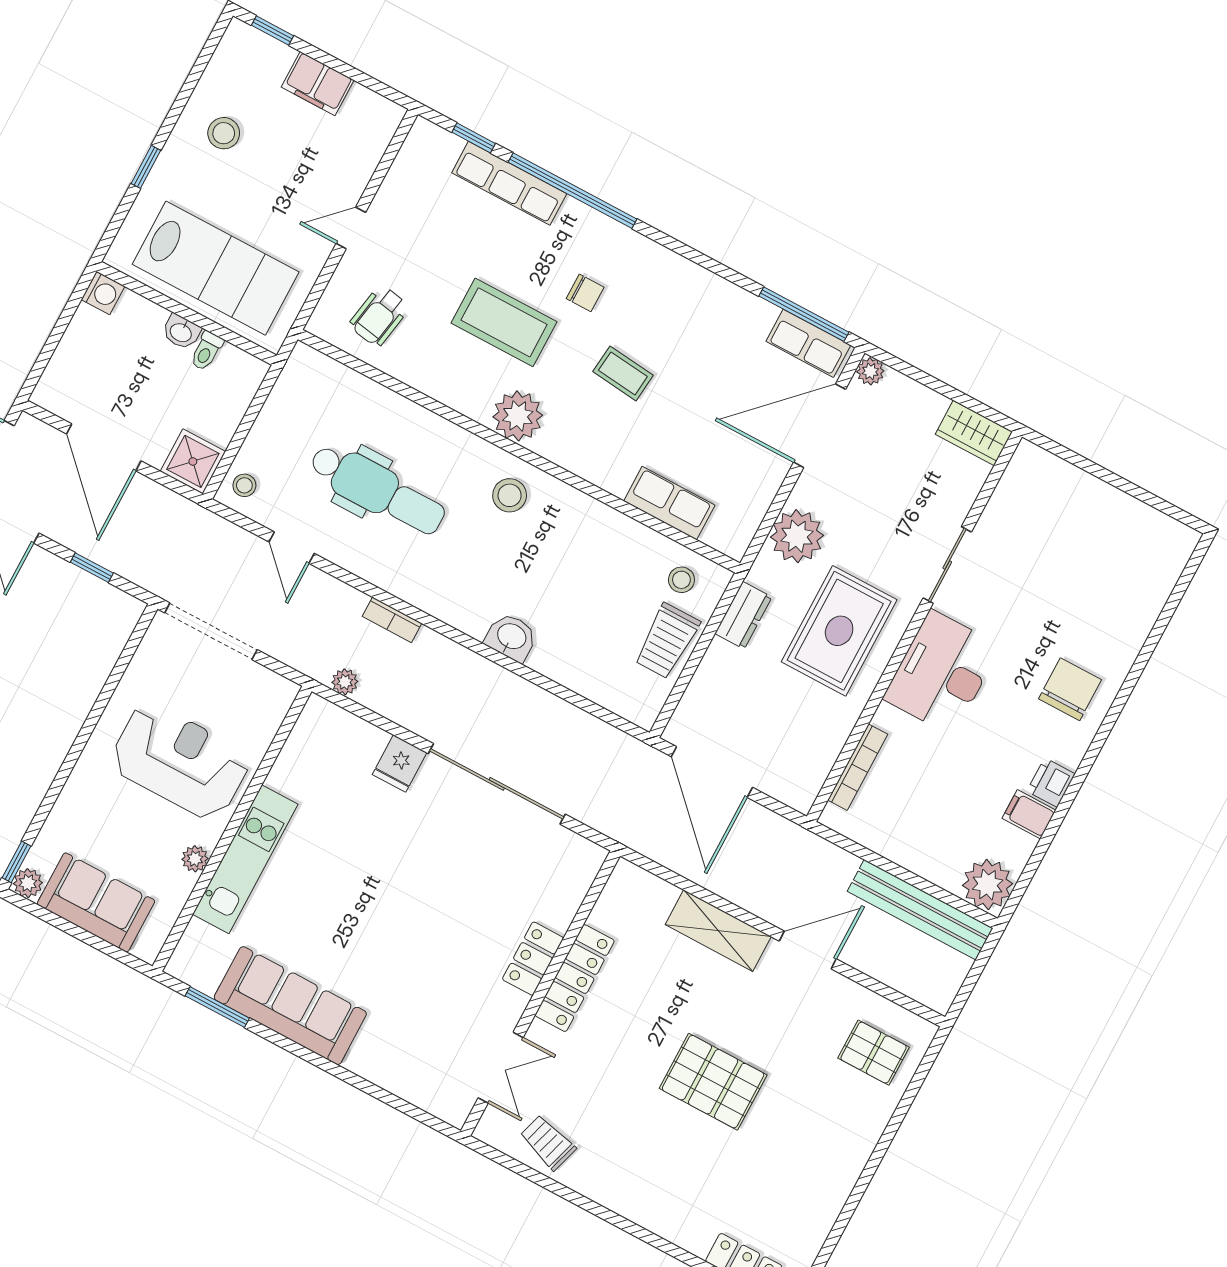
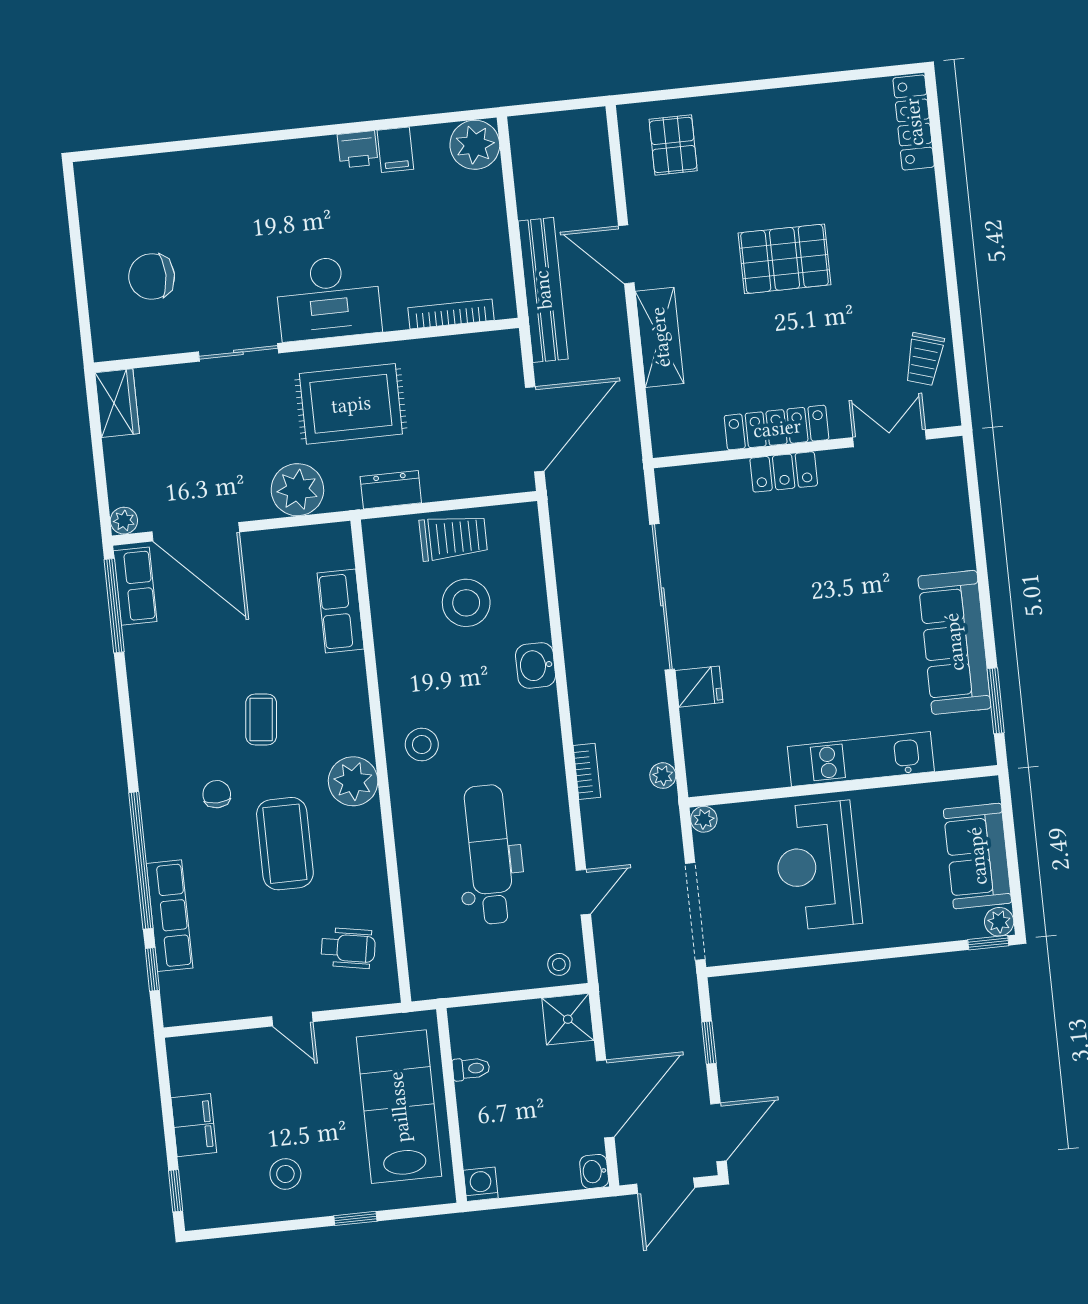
washbasin: (181, 332) -> (594, 1171), moved, turned 180
stool: (681, 580) -> (466, 603), moved, width x1.89, depth x1.89
chair: (1070, 689) -> (152, 277), moved
plant: (195, 859) -> (704, 819), moved
bench: (920, 910) -> (543, 290), moved
pallet: (713, 1082) -> (785, 259), turned 90

